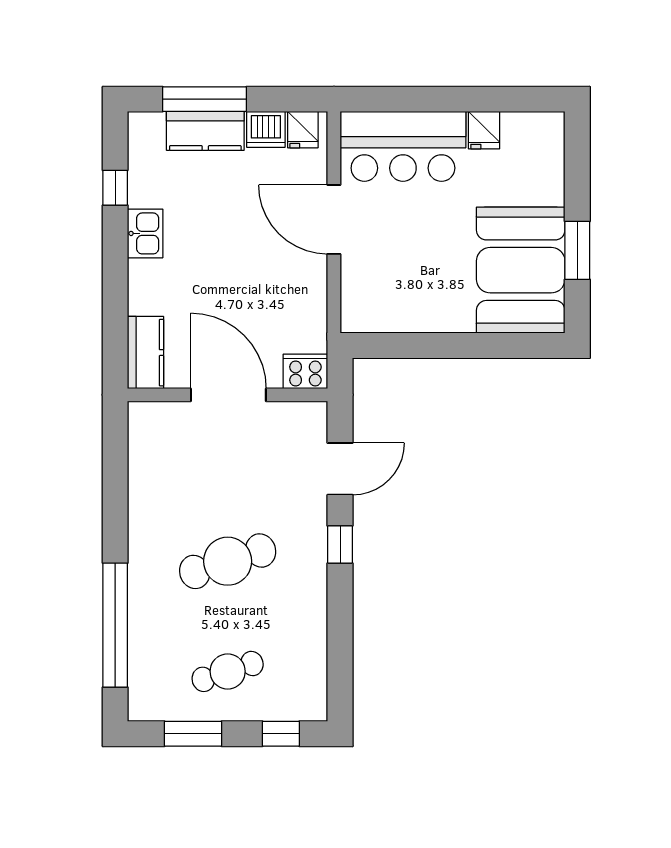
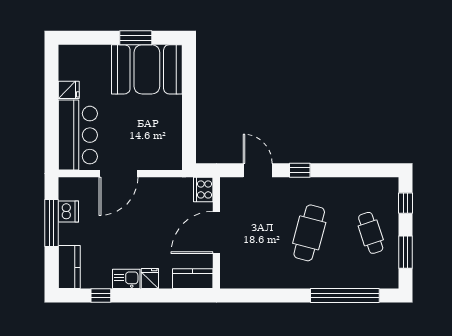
window: (204, 99) -> (51, 223), moved
fridge: (303, 130) -> (150, 279), moved, turned -90
kitchen counter: (205, 131) -> (69, 267), moved
cafe table: (228, 561) -> (309, 233), turned 33

